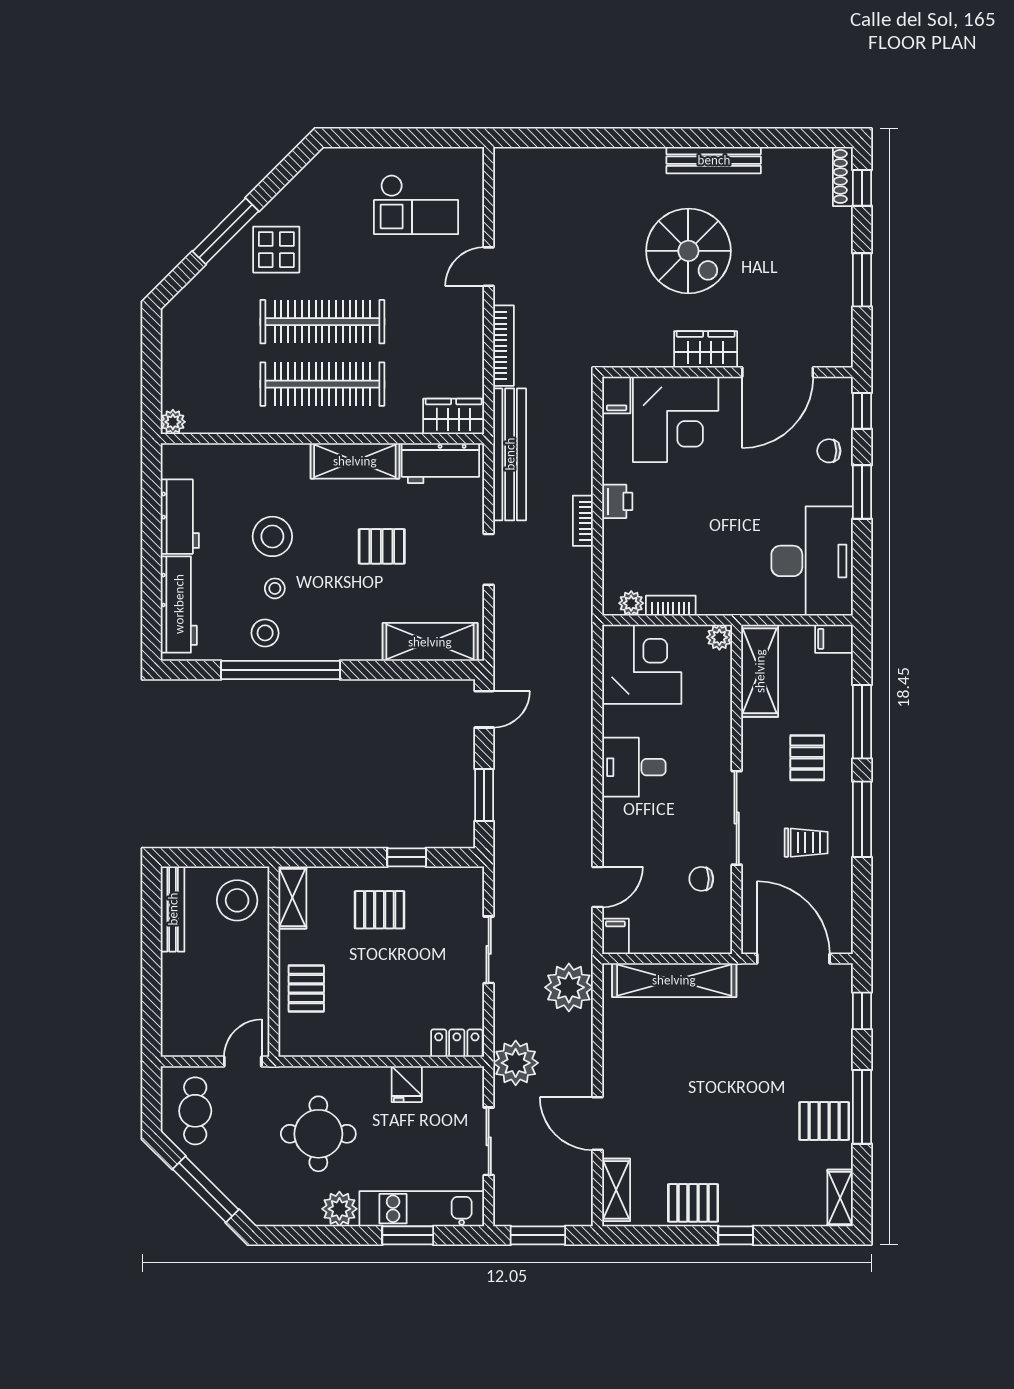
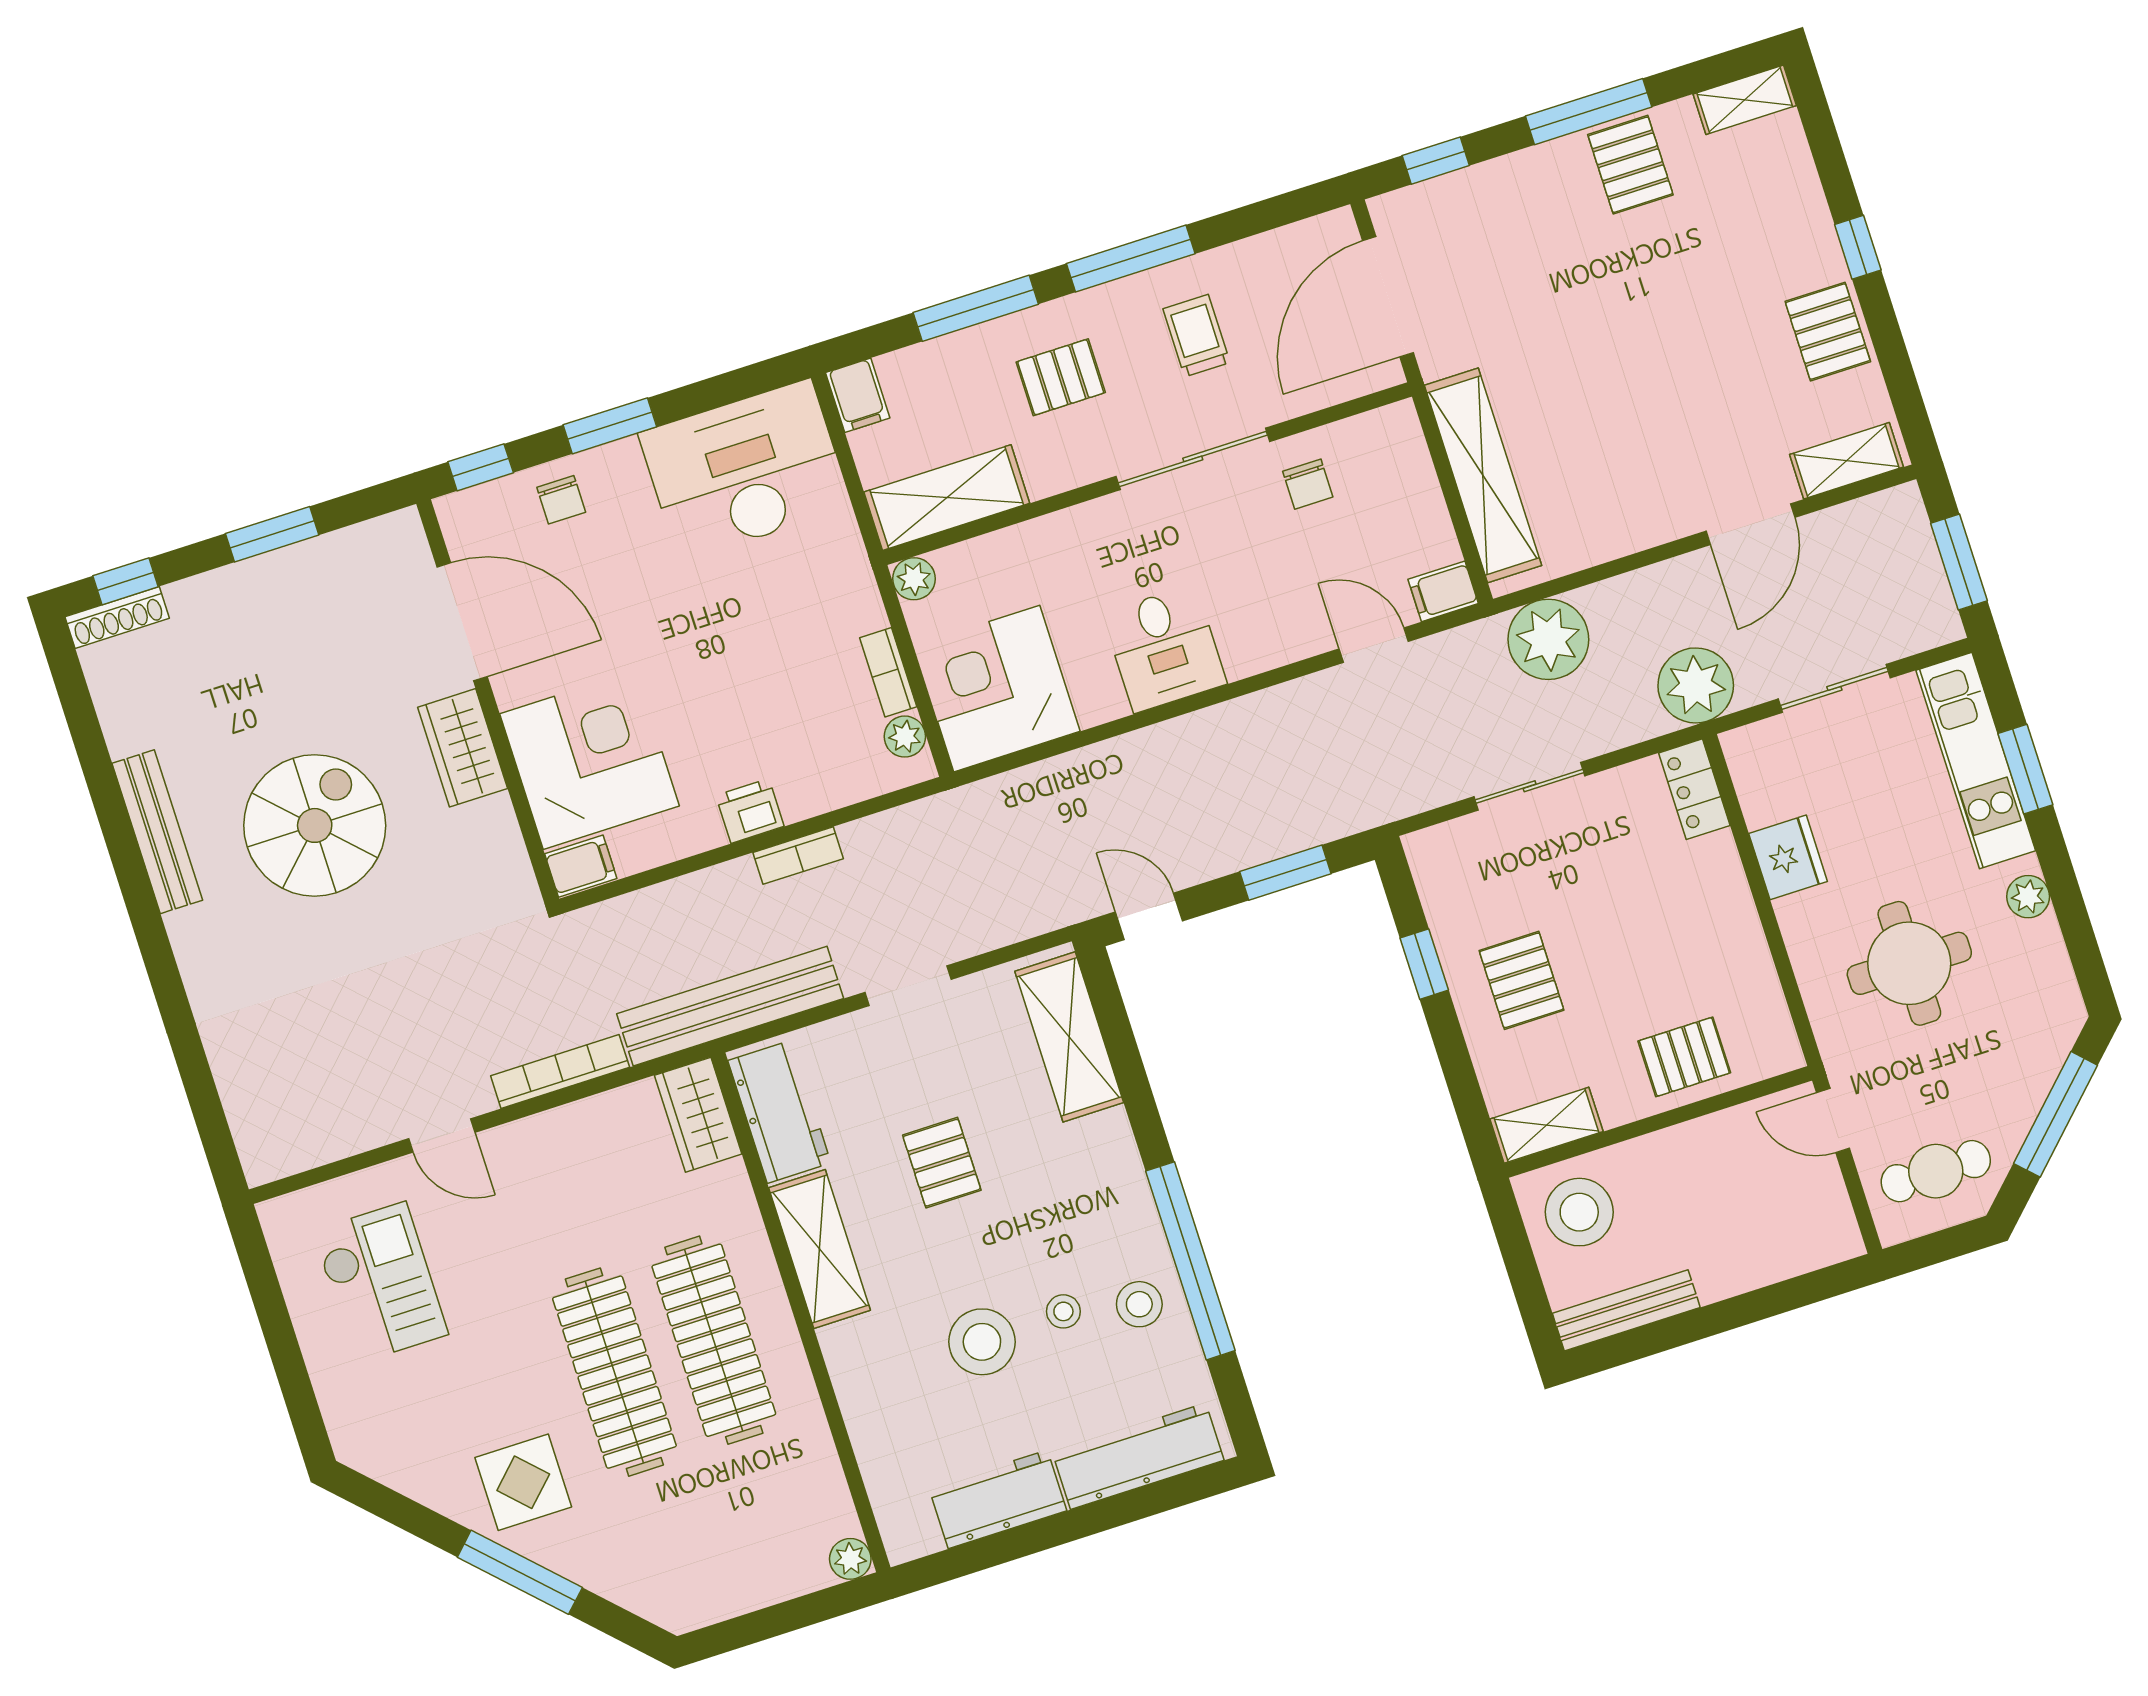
fridge: (407, 1084) -> (1788, 857), width x1.38
plant: (339, 1209) -> (2028, 897), width x0.73, depth x0.73

